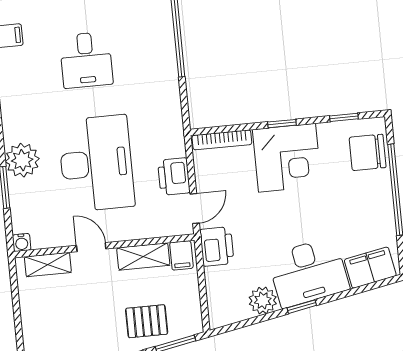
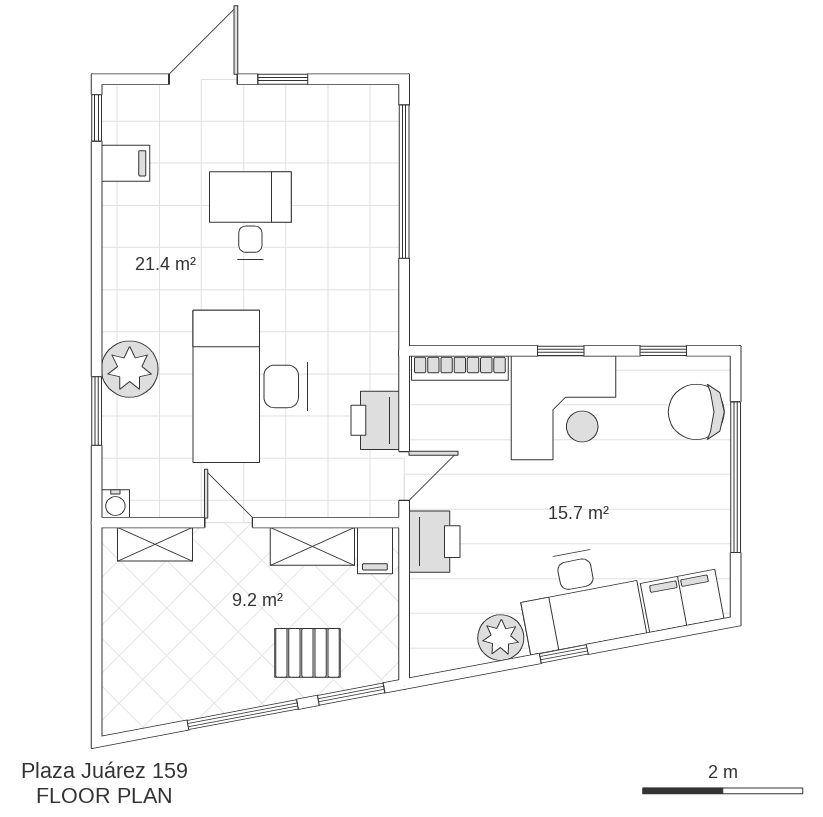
desk: (86, 60) -> (250, 215), turned 180
desk: (96, 163) -> (250, 386), turned 180

